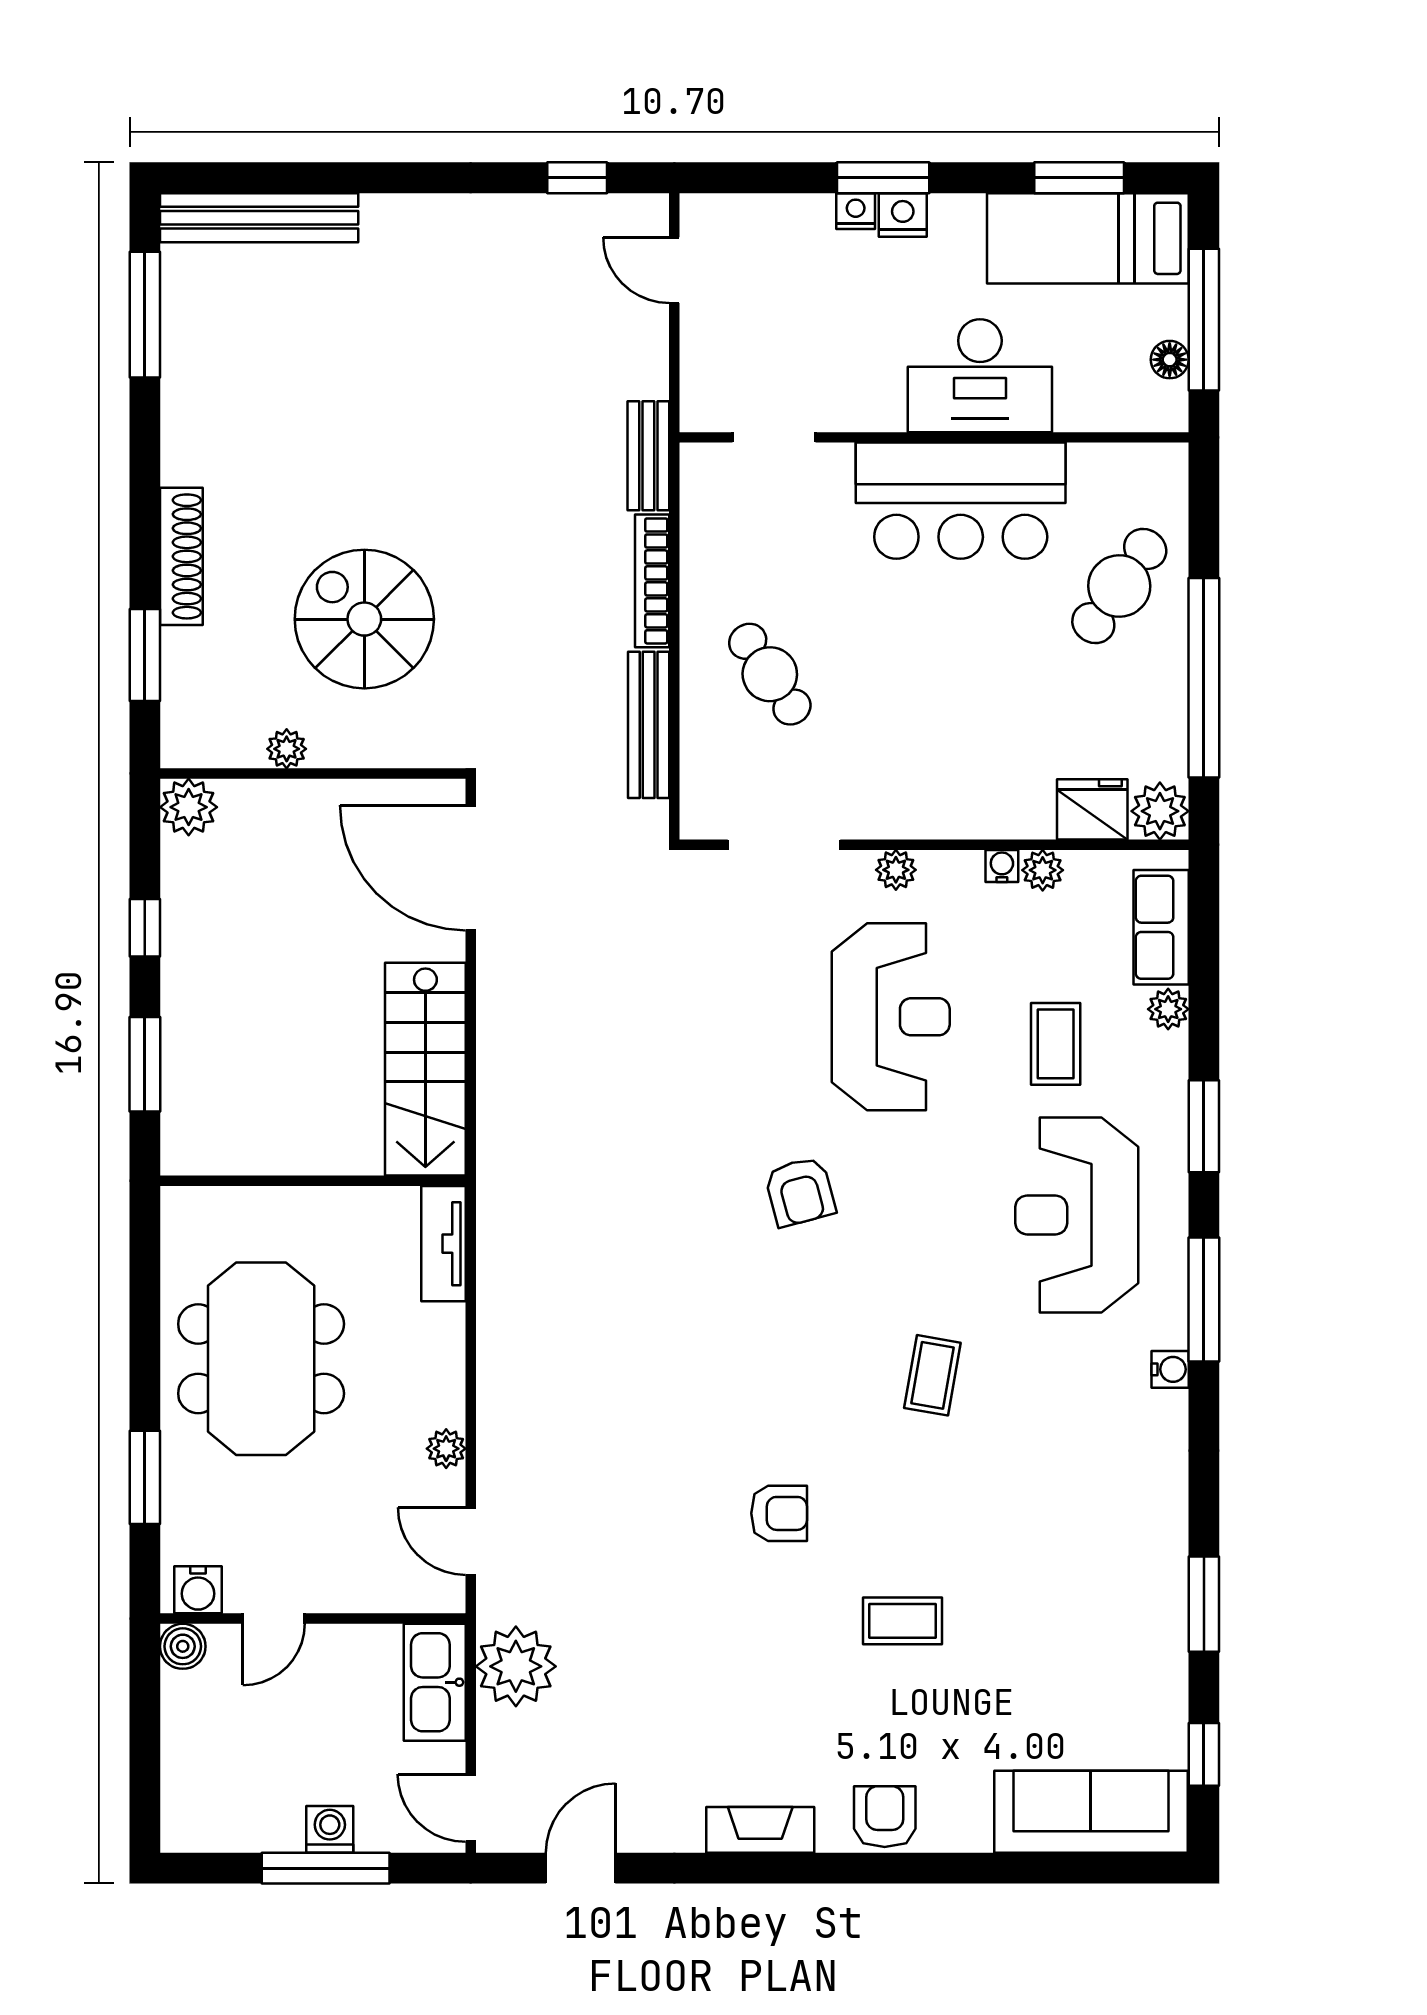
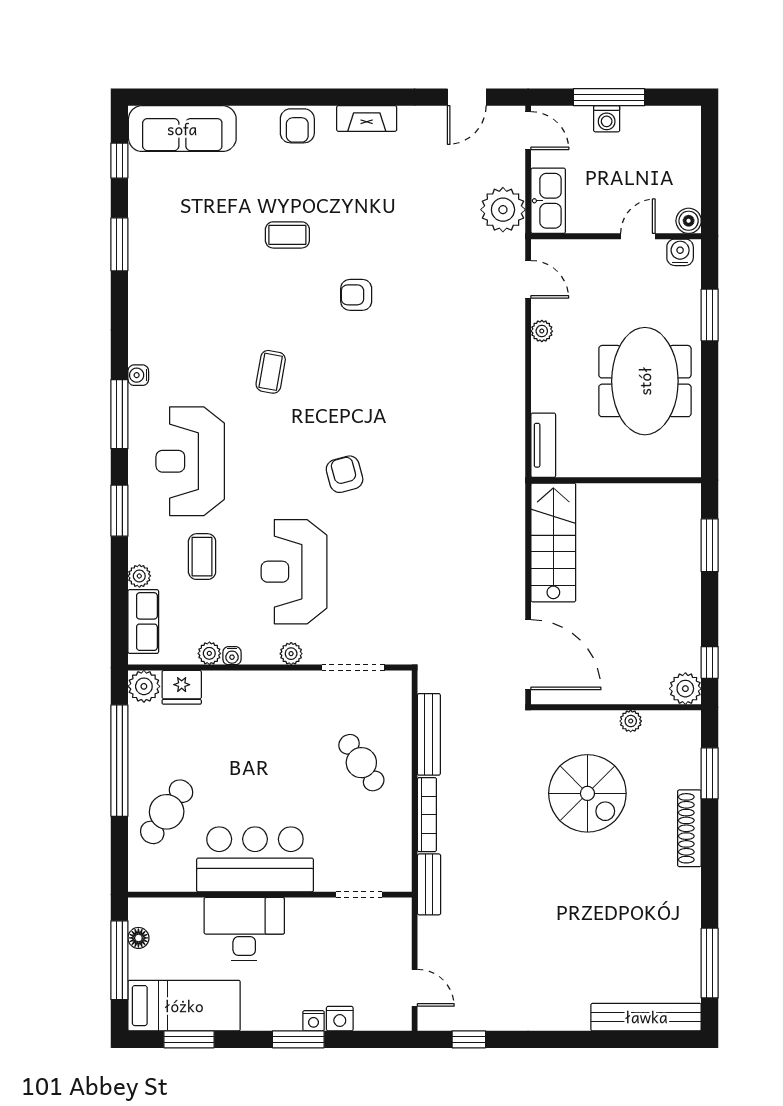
nightstand: (903, 215) -> (340, 1019), moved
window: (145, 928) -> (710, 662), moved
reception desk: (1077, 1215) -> (190, 461), turned 180

